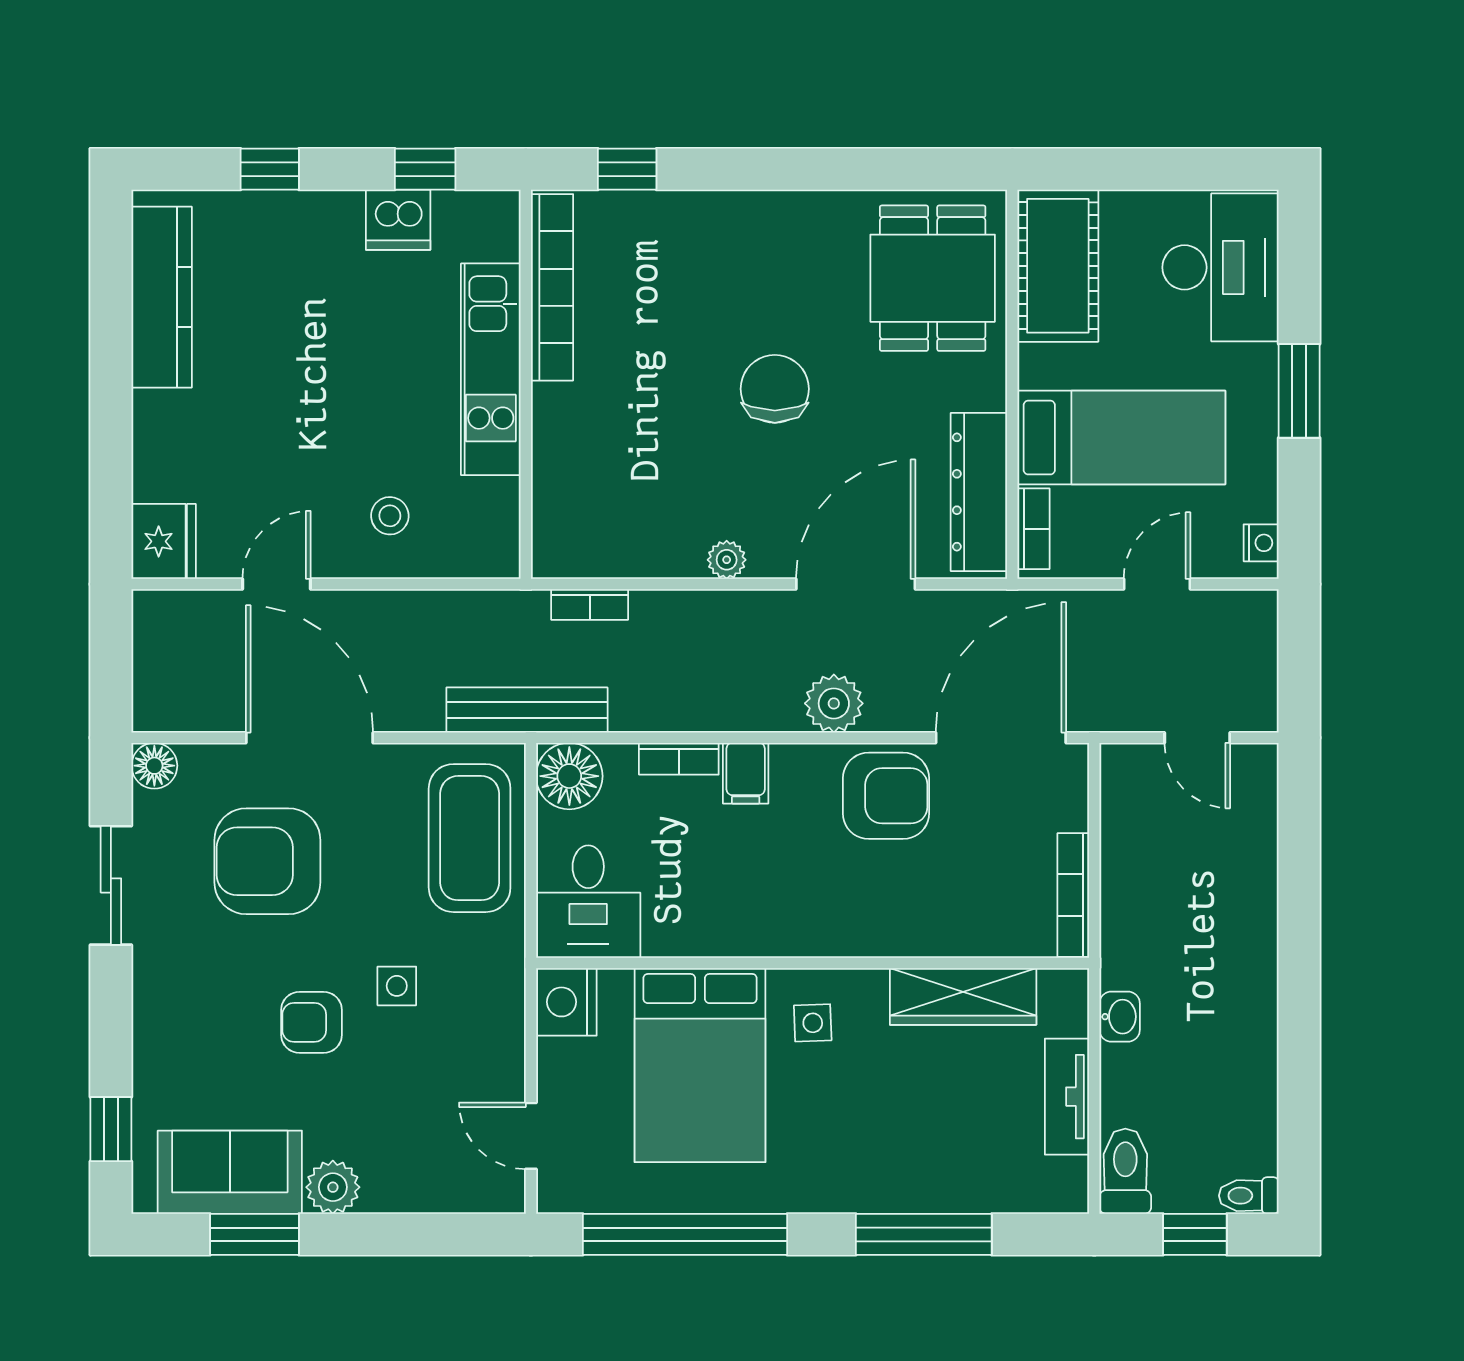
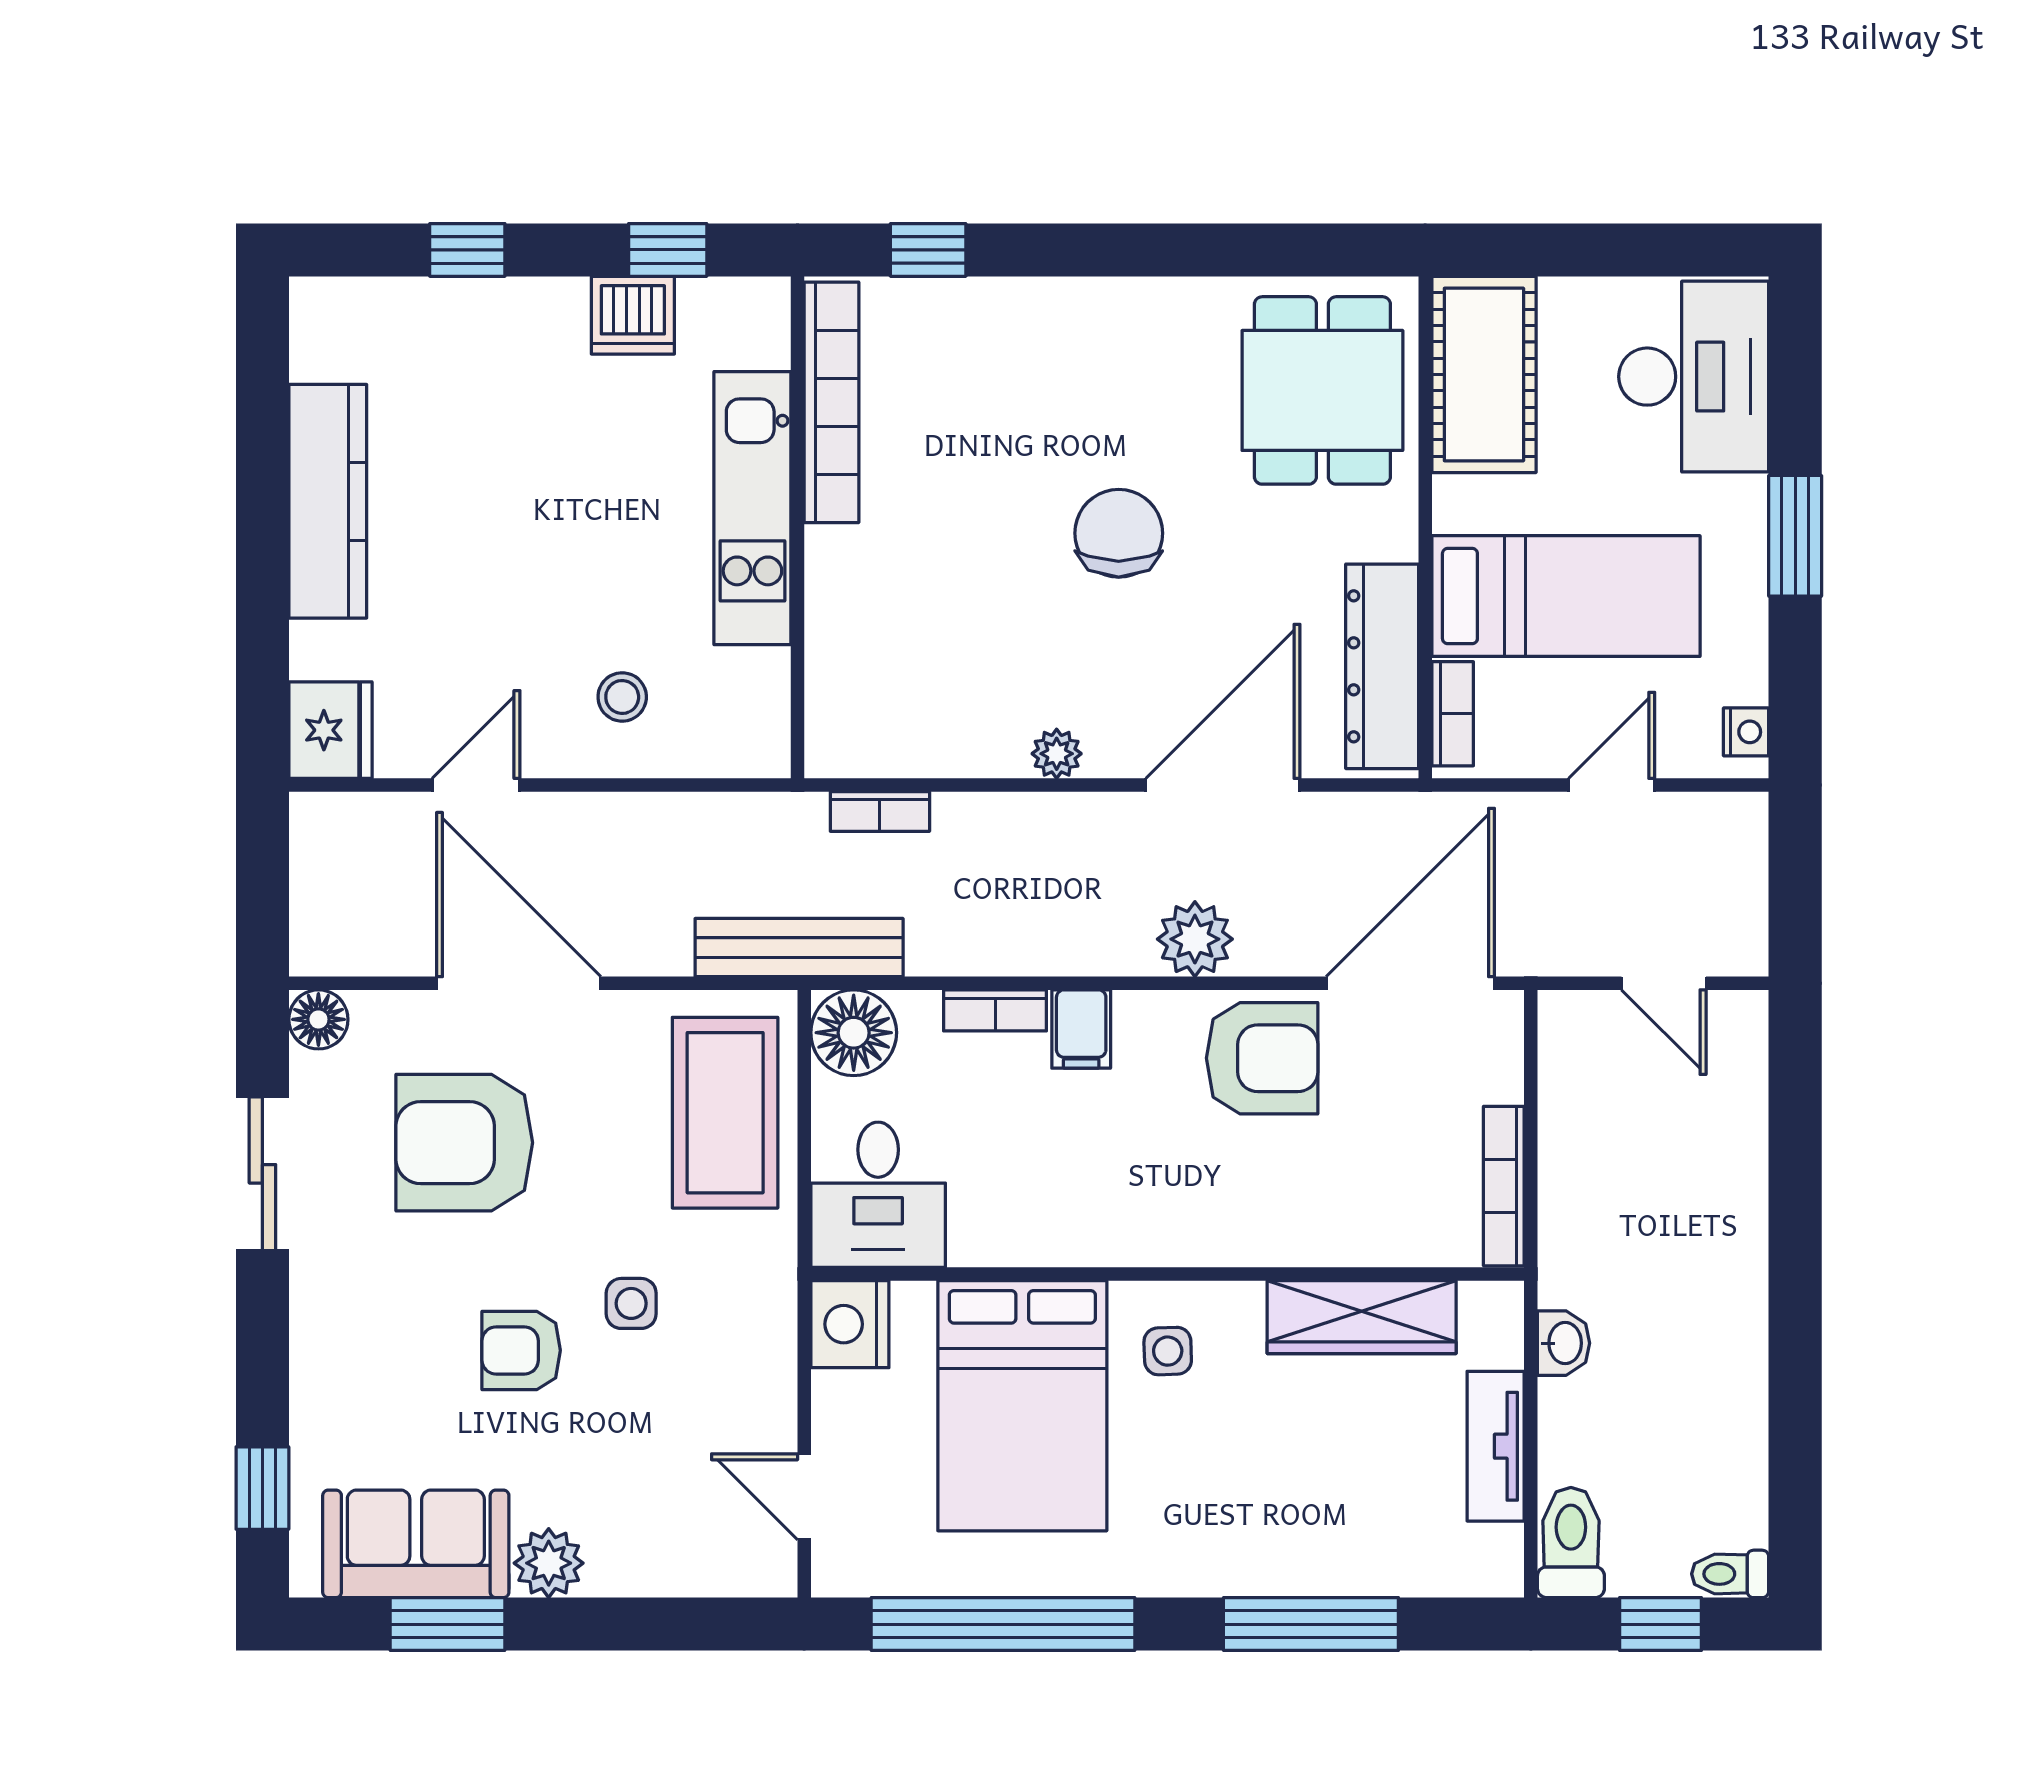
kitchen counter: (162, 297) -> (328, 501), moved

